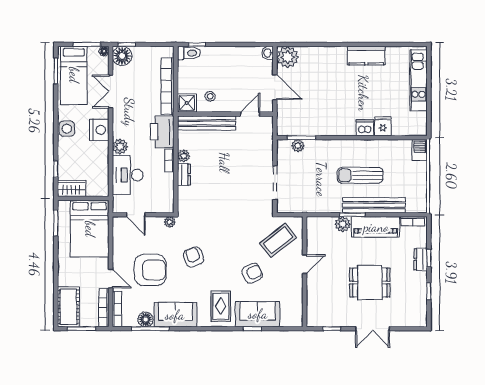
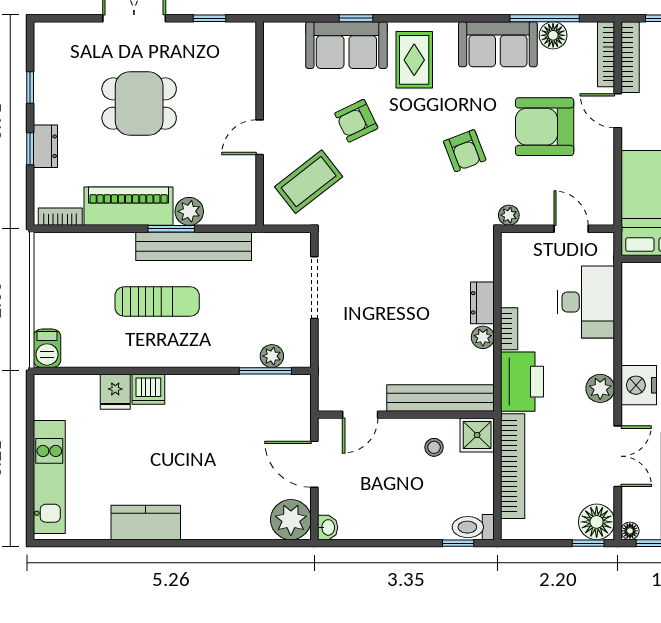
plant: (120, 147) -> (600, 388), moved
bench: (374, 205) -> (194, 246), moved

